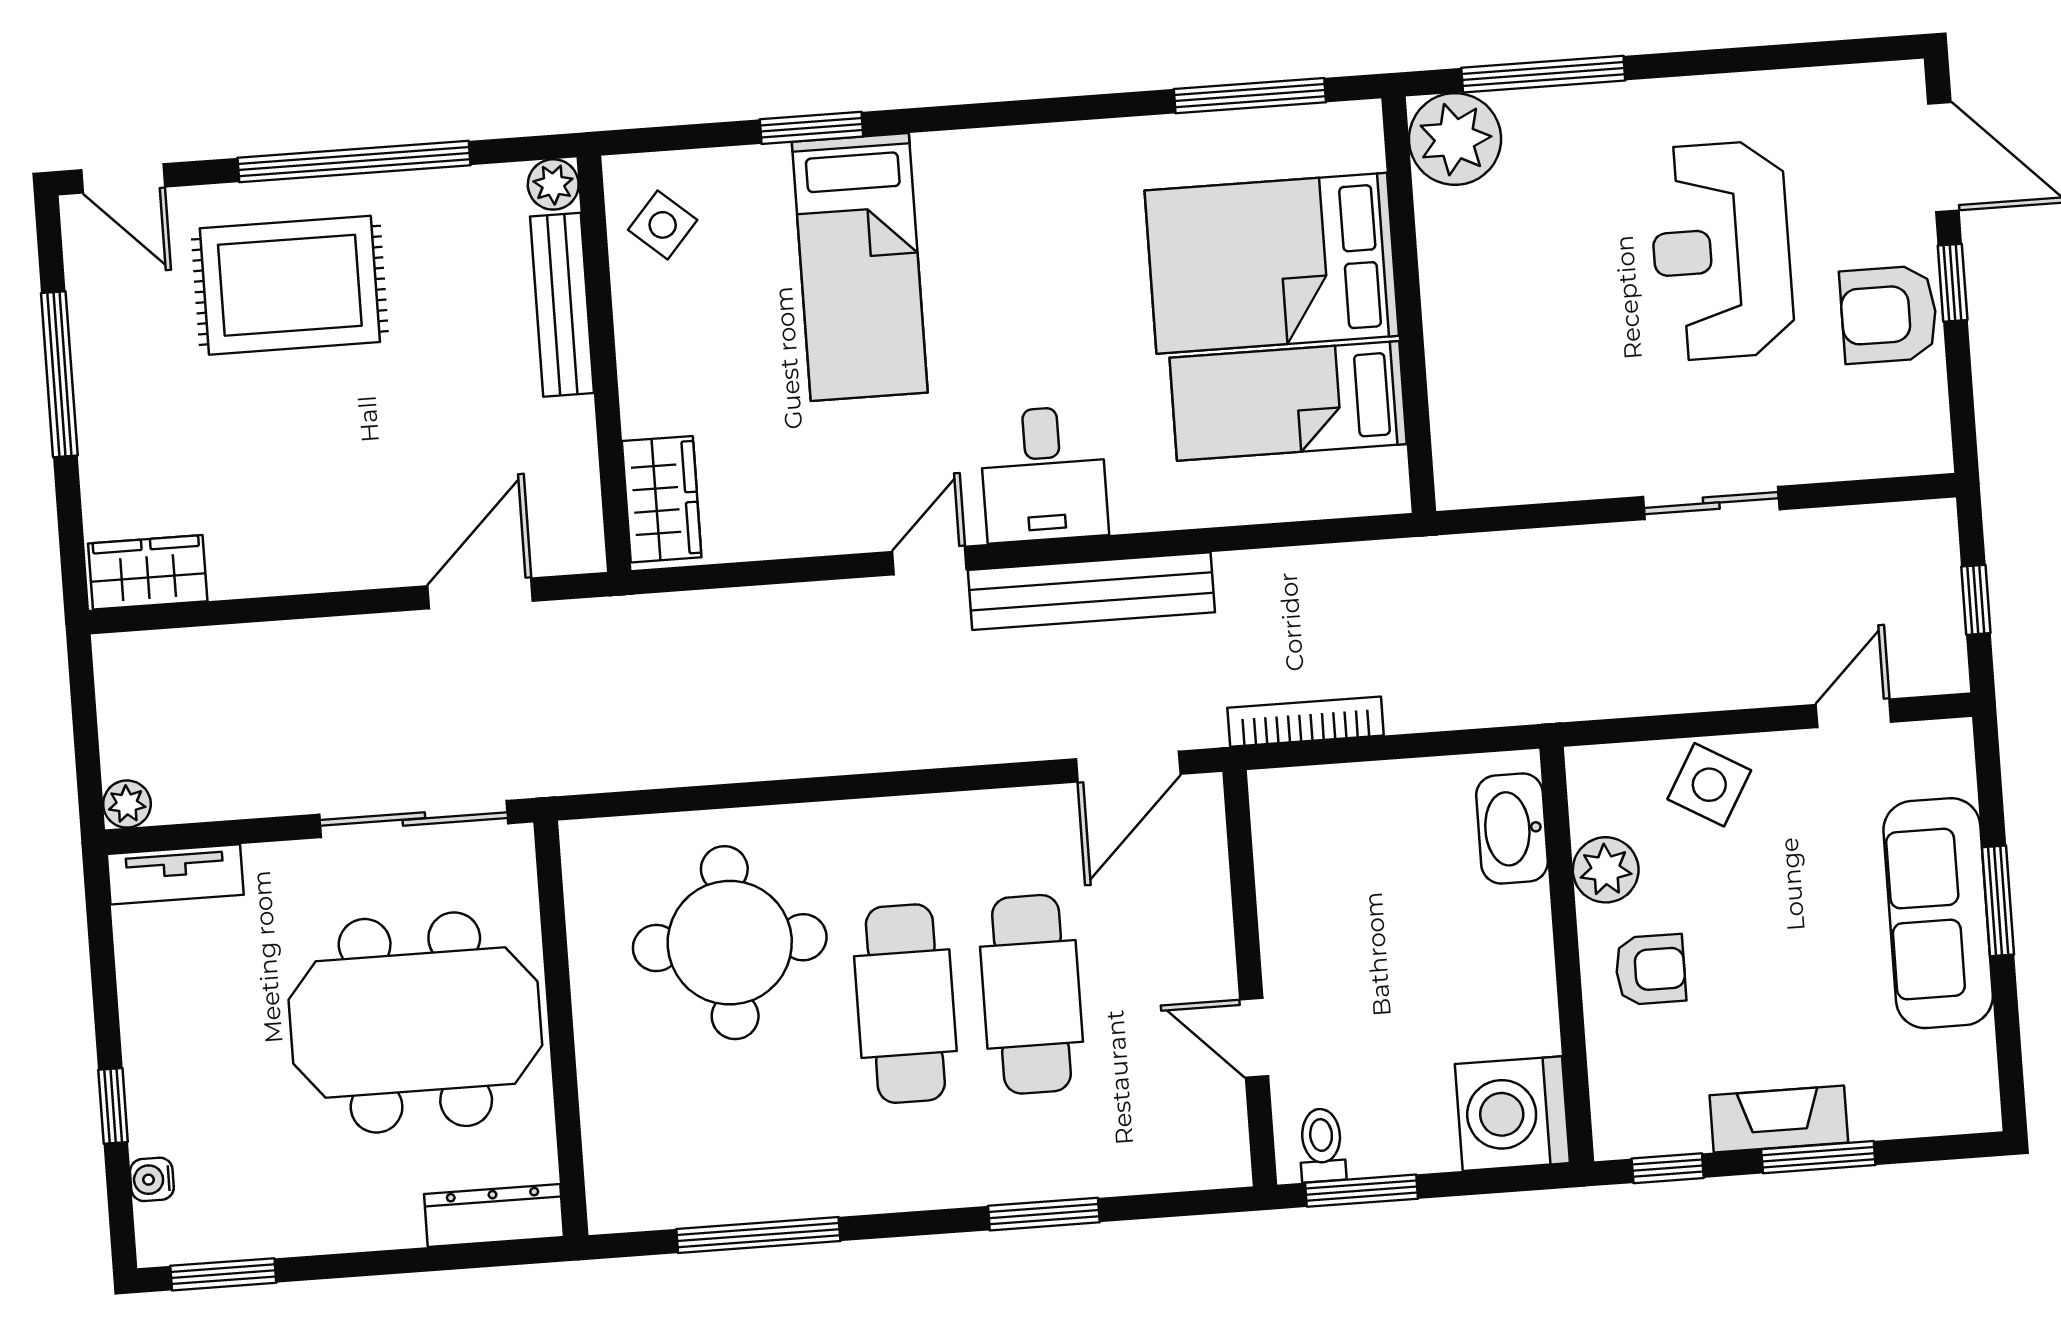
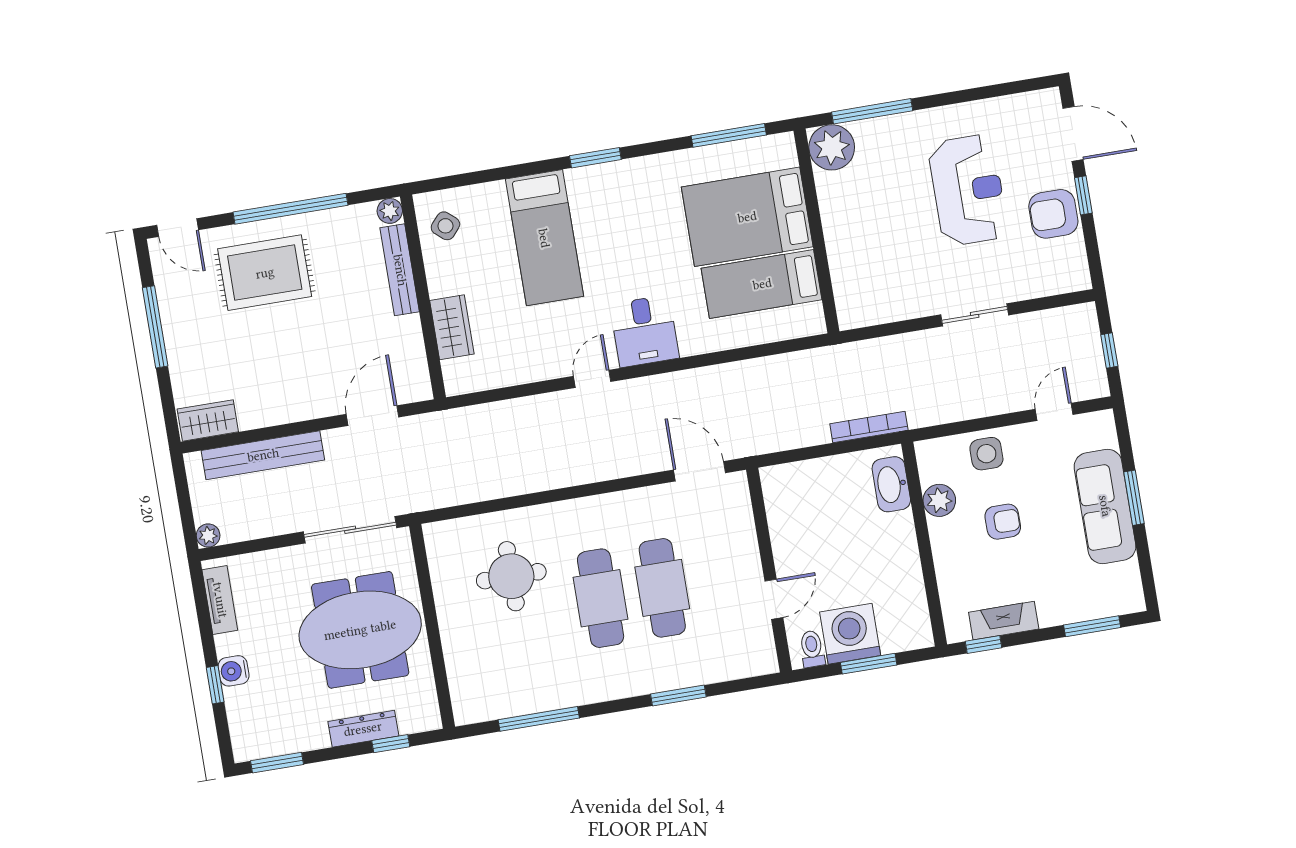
window: (812, 128) -> (595, 158), moved
reception desk: (1721, 251) -> (968, 190), turned 180
wardrobe: (662, 499) -> (452, 327), moved
bench: (1091, 591) -> (263, 455), moved
bookcase: (1306, 722) -> (869, 427), moved
door: (1128, 767) -> (699, 471), swing flipped
side table: (1709, 785) -> (986, 454), turned -30
tv unit: (175, 874) -> (220, 600), moved, turned -90
round table: (730, 943) -> (511, 576), width x0.73, depth x0.73
armchair: (1650, 970) -> (1003, 522), moved
door: (1254, 1038) -> (774, 599), swing flipped
washing machine: (1512, 1114) -> (850, 634), moved, turned 90
fireplace: (1779, 1119) -> (1004, 621), moved
window: (1818, 1157) -> (1092, 626), moved
water cooler: (152, 1179) -> (234, 671), moved, width x1.38, depth x1.38
window: (1362, 1191) -> (869, 664), moved
dresser: (494, 1215) -> (363, 729), moved
window: (456, 1257) -> (391, 744), added

